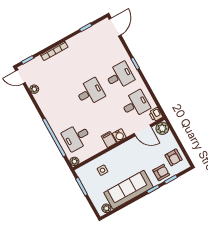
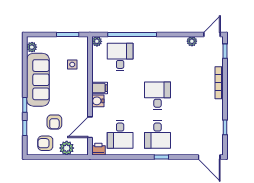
desk: (90, 92) -> (158, 96), turned 180
plant: (162, 128) -> (67, 148), moved
armchair: (161, 173) -> (54, 122), moved

